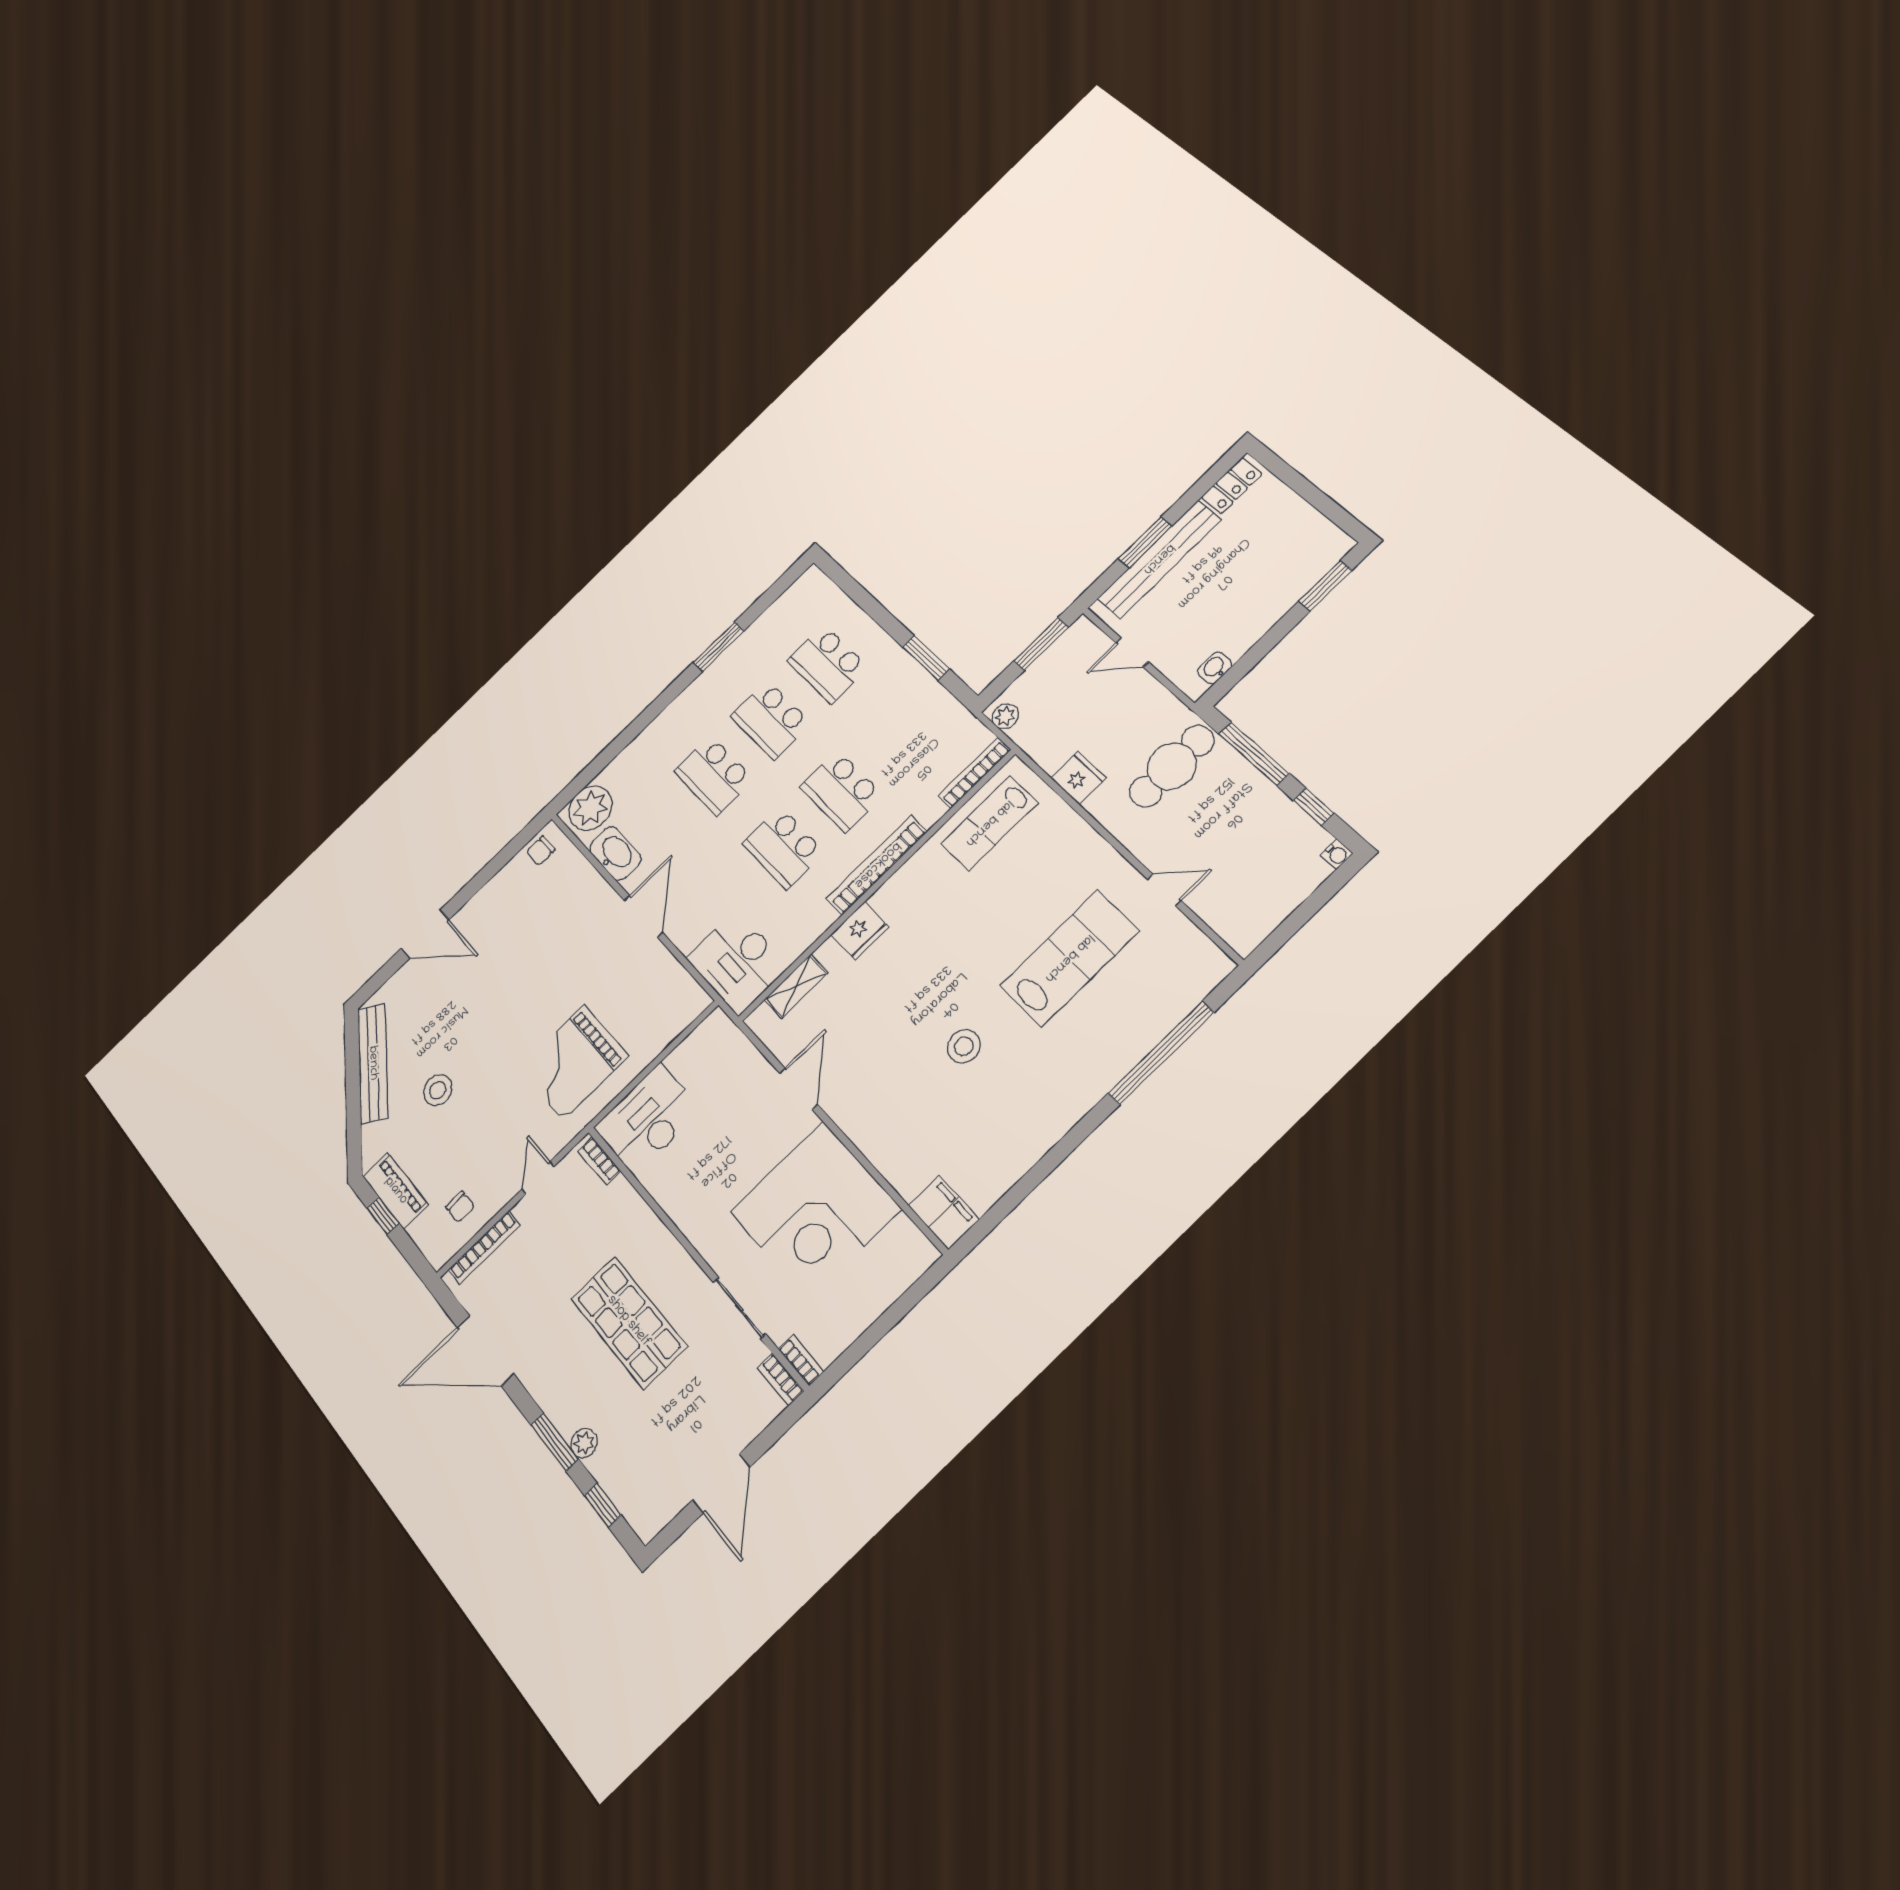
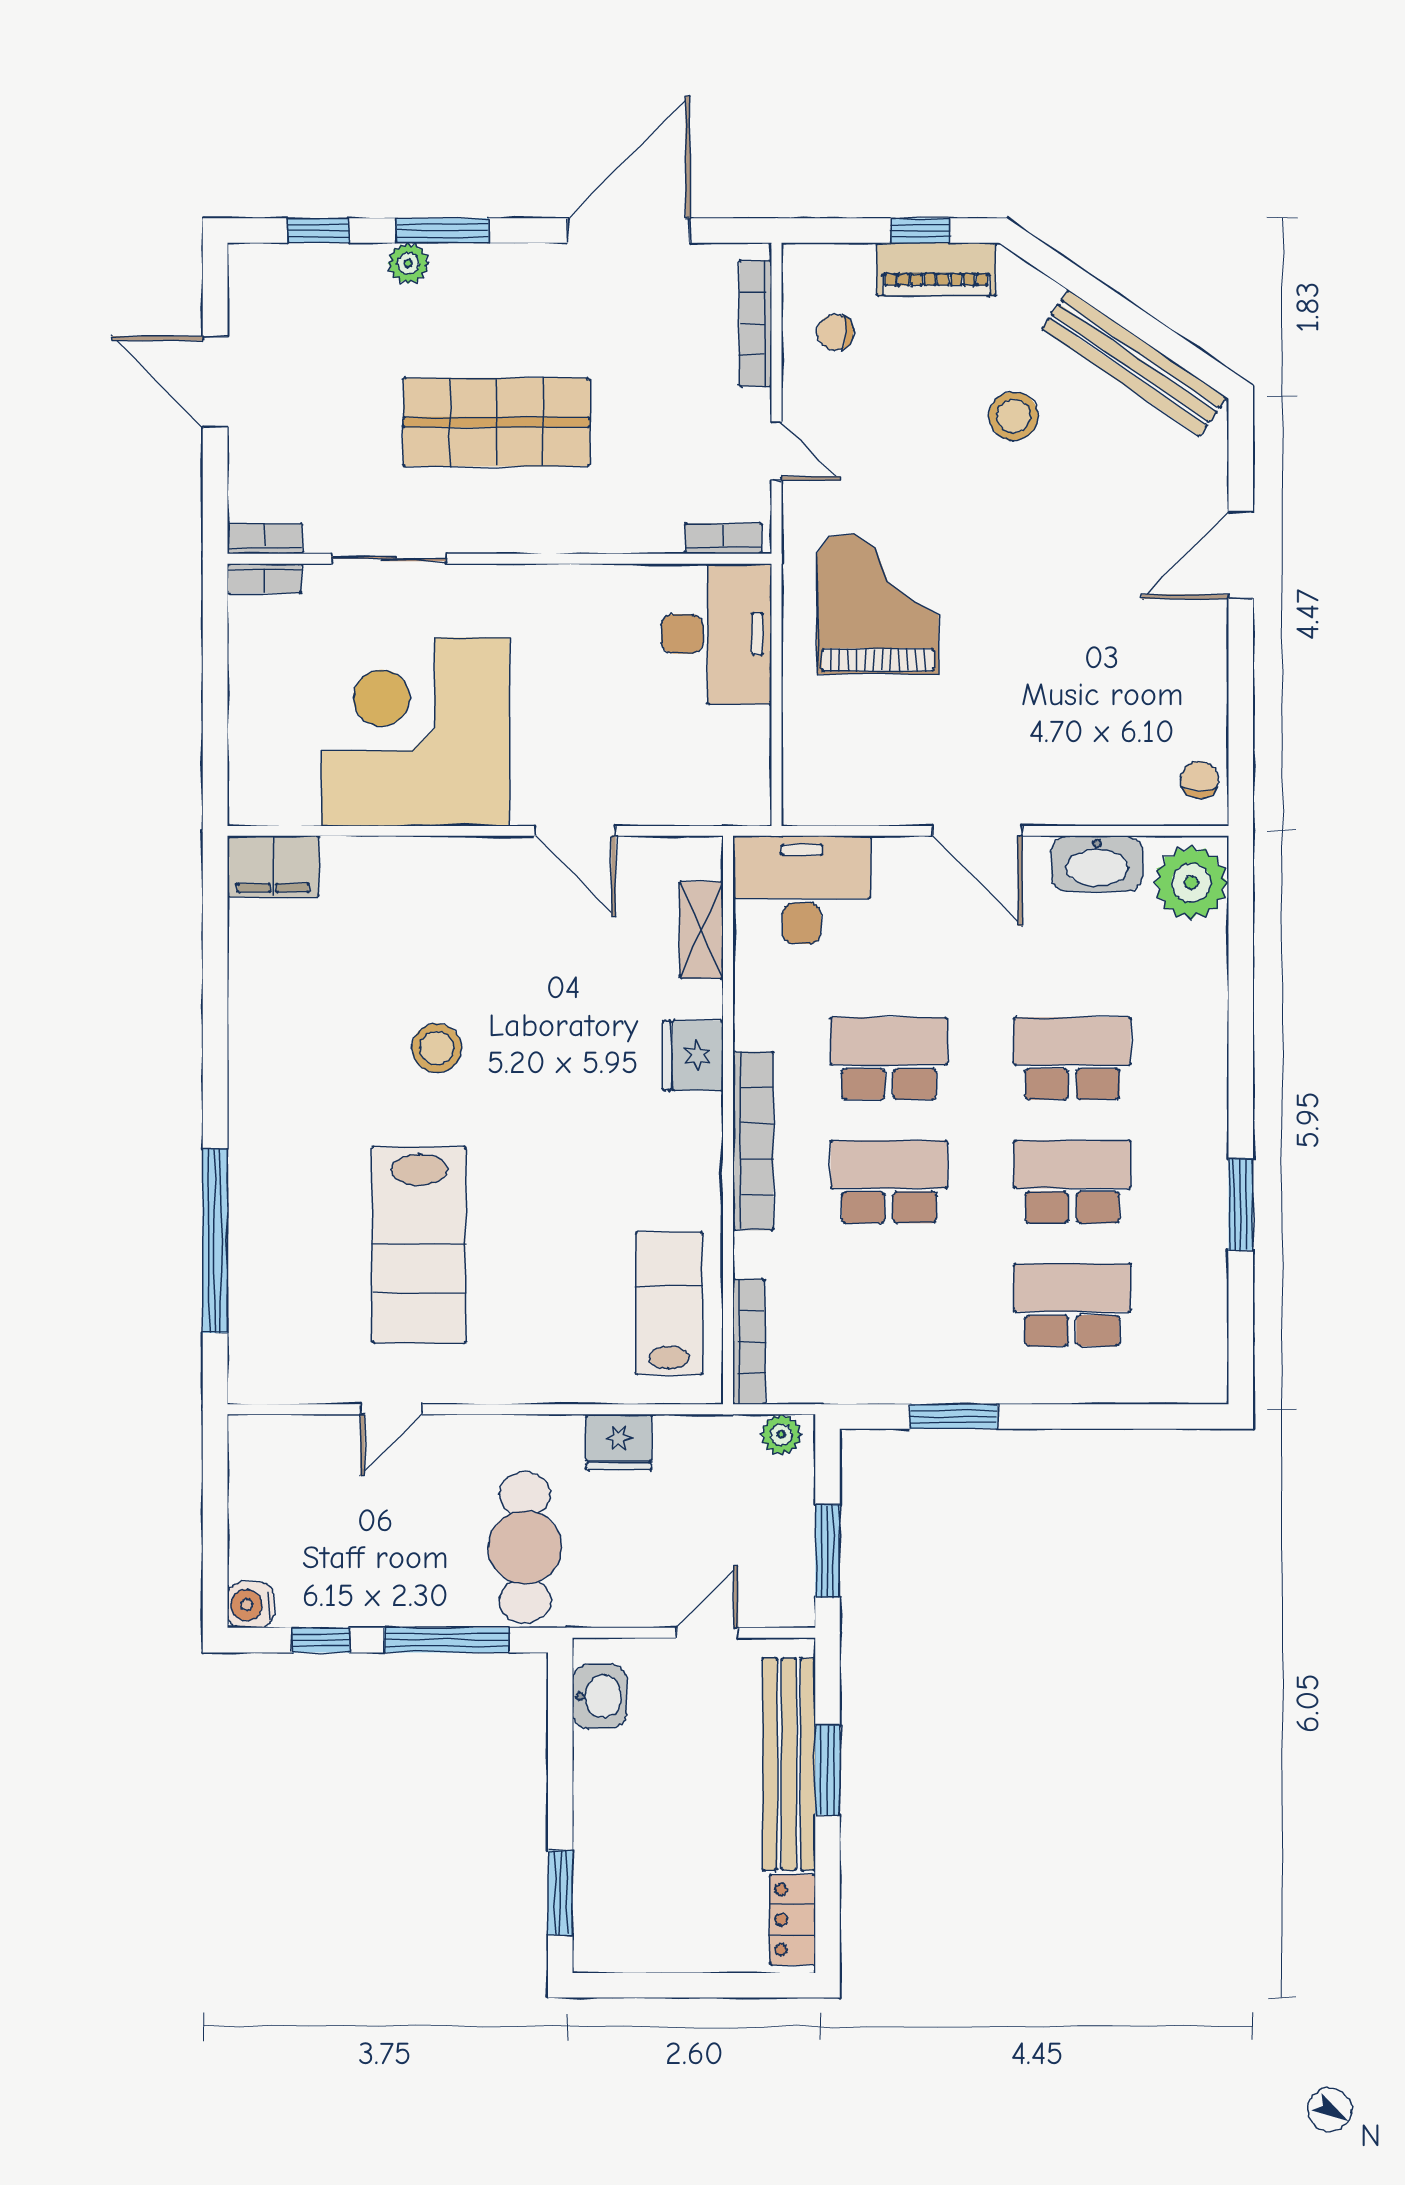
washbasin: (1215, 668) -> (600, 1696), width x1.38, depth x1.45
water cooler: (1337, 854) -> (250, 1605), width x1.38, depth x1.38

